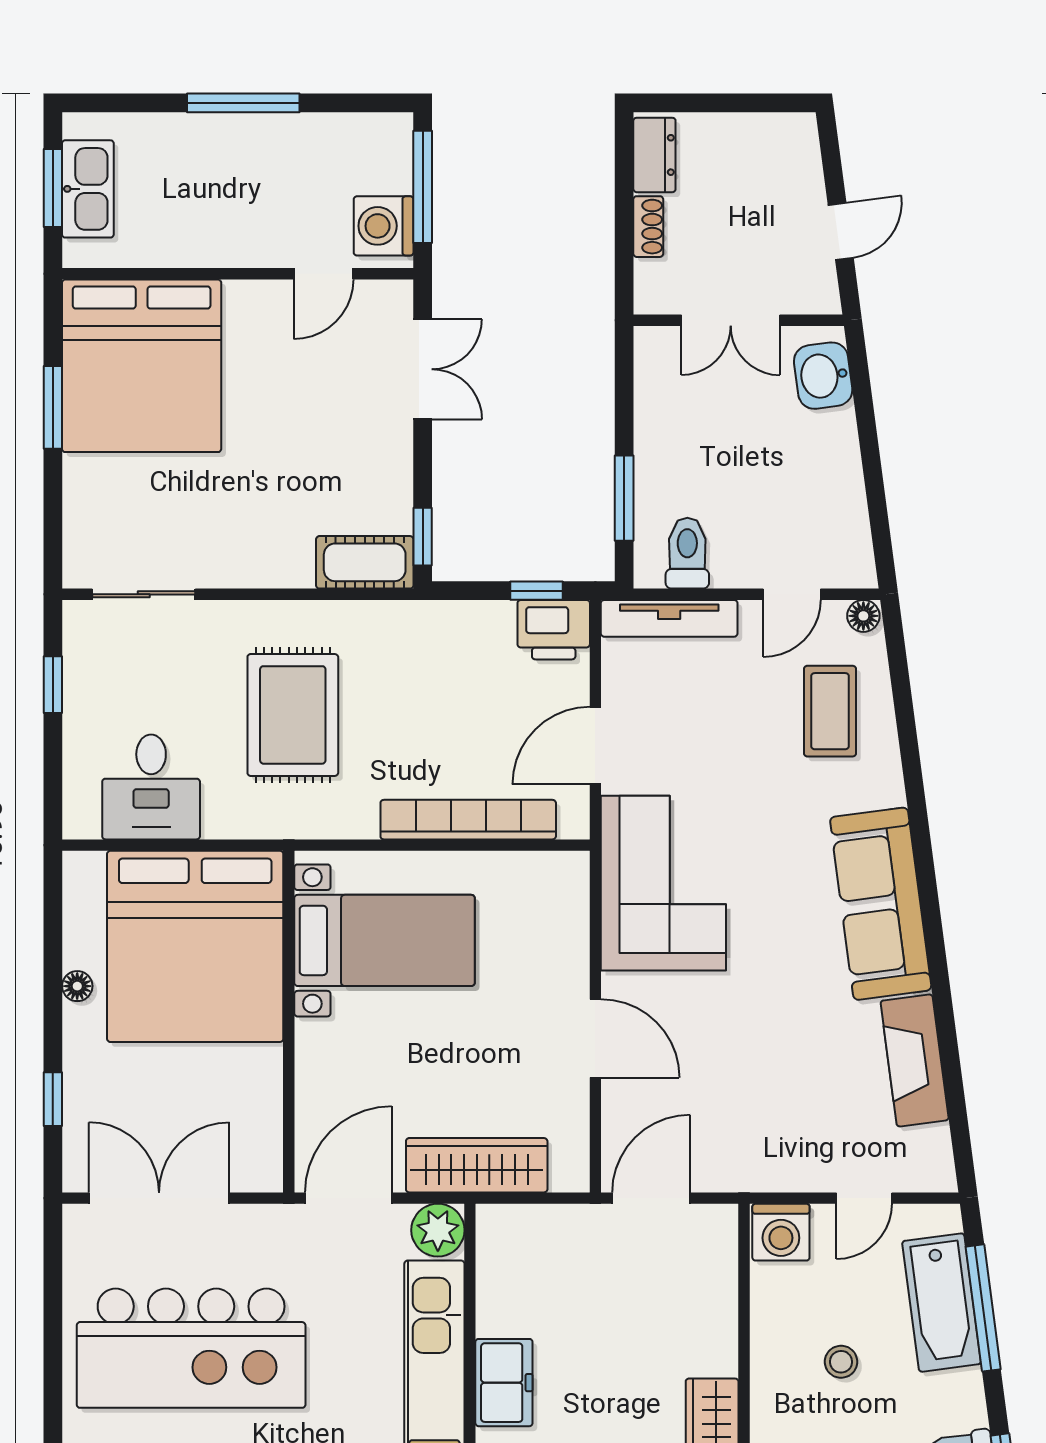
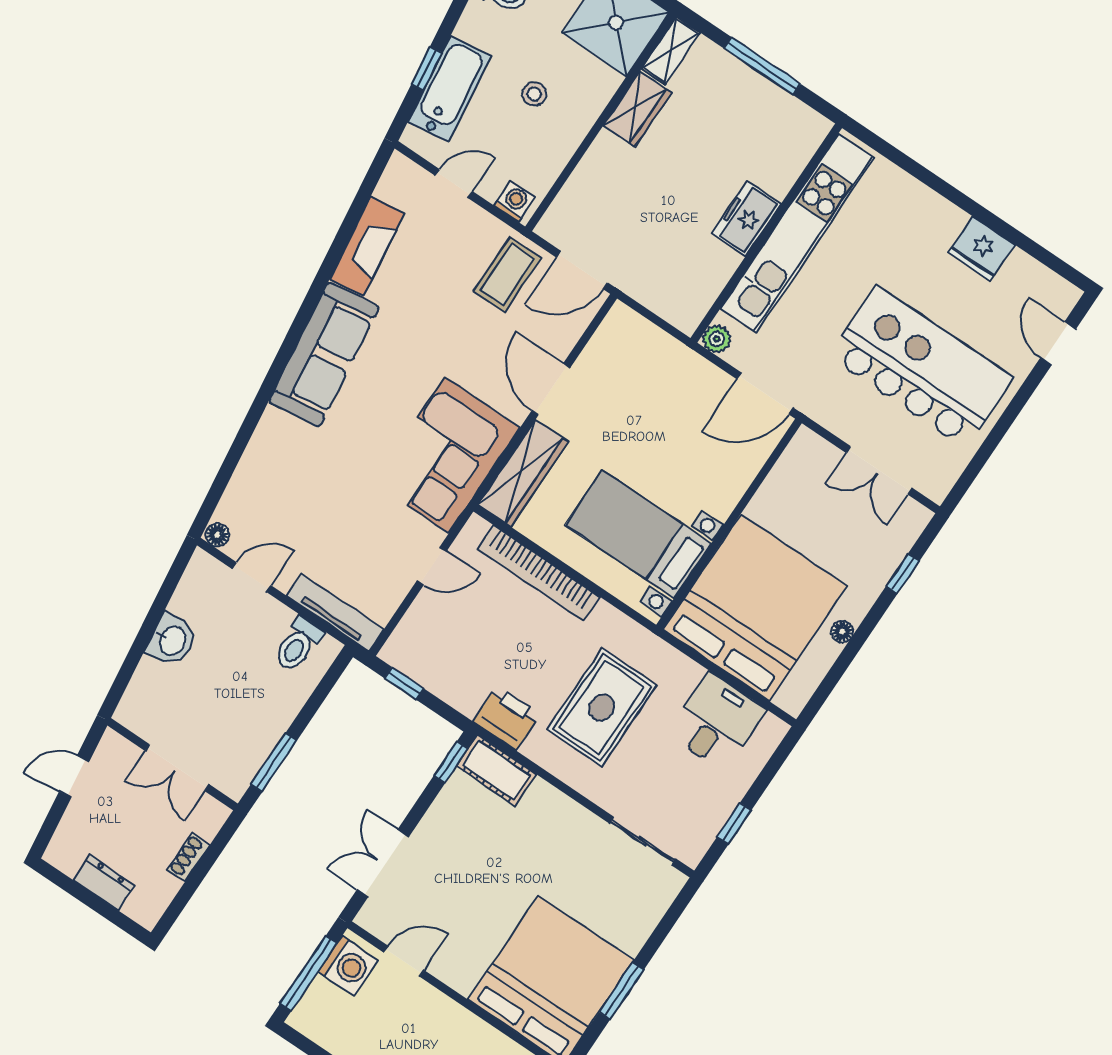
dresser: (654, 155) -> (104, 883), moved, turned 90
double door: (731, 320) -> (177, 767), swing flipped
washbasin: (823, 376) -> (172, 640), moved
window: (624, 498) -> (274, 762), moved
printer: (554, 630) -> (506, 718), moved
coffee table: (830, 711) -> (507, 275), moved
door: (595, 746) -> (432, 566), width x0.73
wardrobe: (477, 1165) -> (523, 473), moved, turned -90
double door: (159, 1198) -> (879, 470), width x0.73
plant: (438, 1230) -> (717, 339), width x0.73, depth x0.73
washing machine: (781, 1232) -> (515, 201), width x0.73, depth x0.73
window: (983, 1308) -> (427, 69), width x0.46

